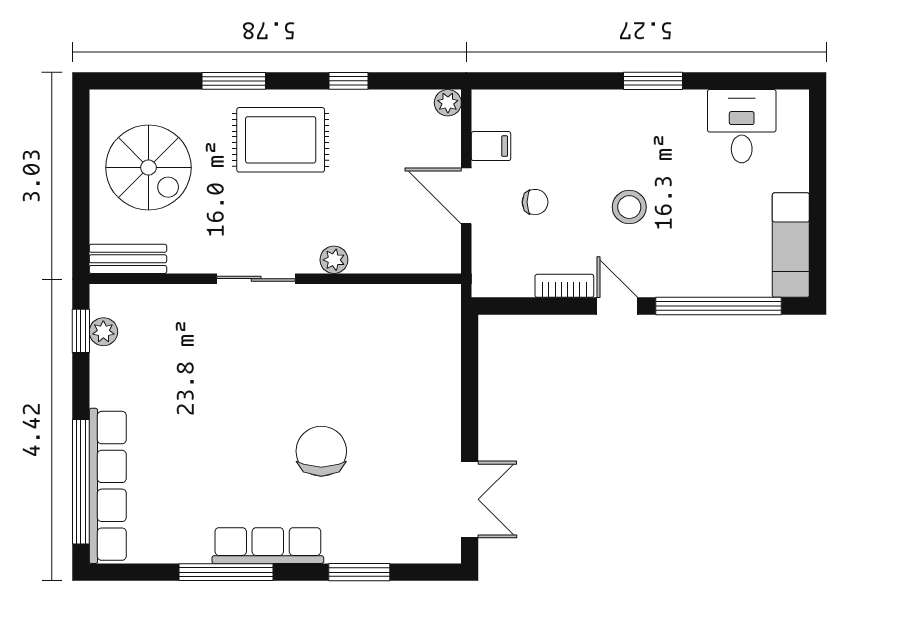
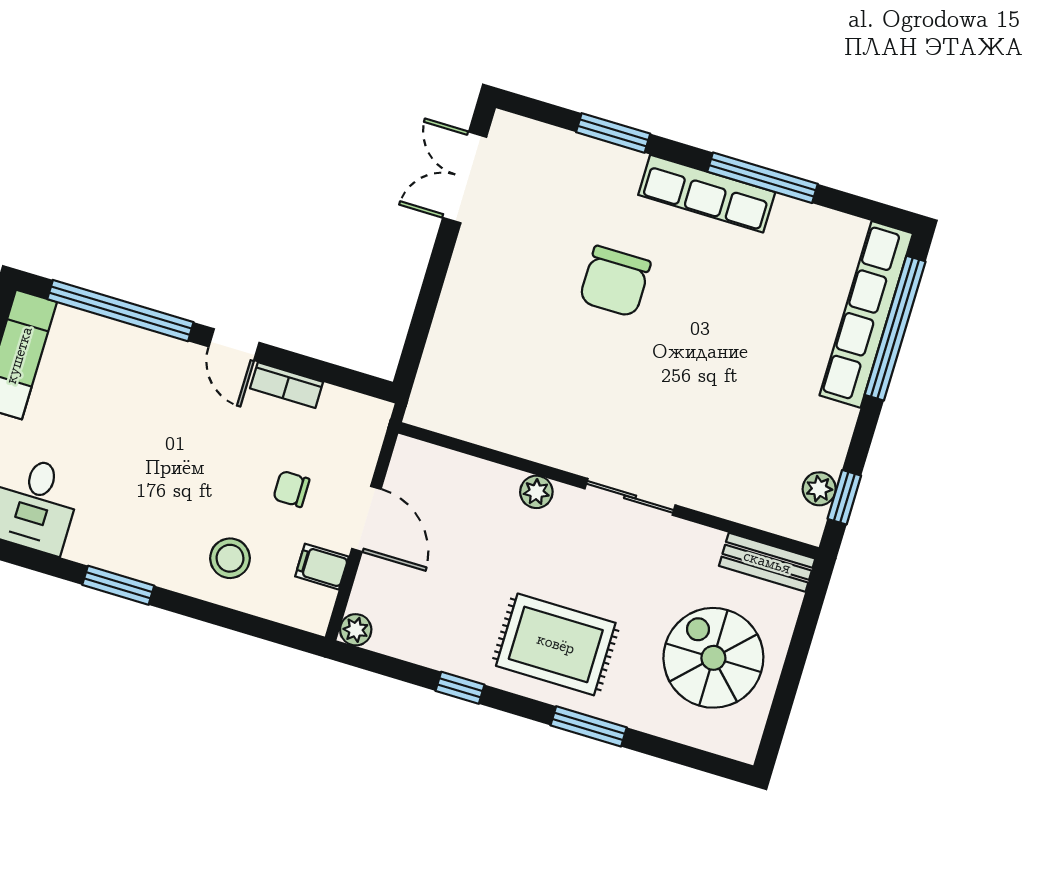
stool: (629, 207) -> (230, 558), moved

